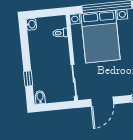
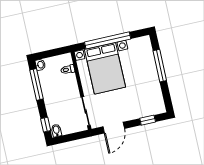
window: (25, 45) -> (37, 84), added
window: (28, 79) -> (46, 125), moved

